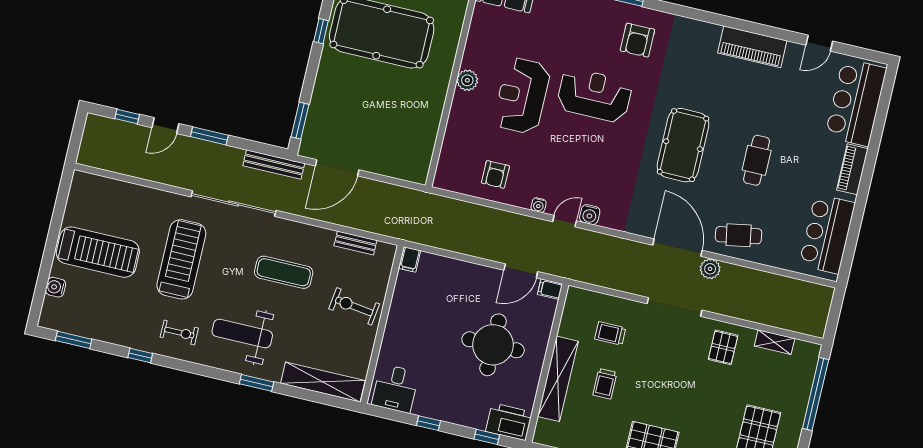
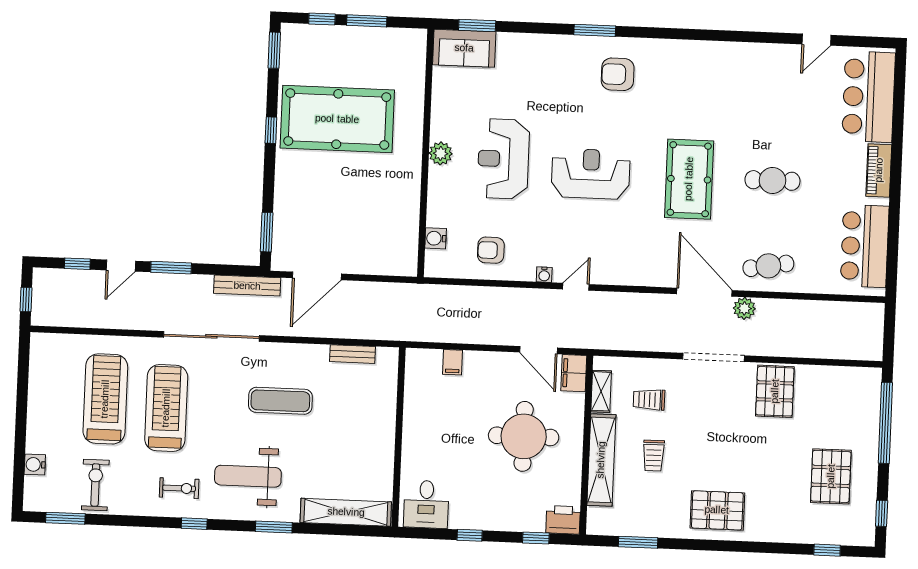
armchair: (637, 40) -> (618, 74), turned 90
piano: (752, 47) -> (744, 58), removed
reception desk: (594, 95) -> (591, 174), moved
window: (76, 140) -> (26, 299), added
cafe table: (757, 160) -> (772, 180), turned 90
armchair: (495, 174) -> (491, 250), turned 90
water cooler: (590, 215) -> (436, 238), moved, turned 90
treadmill: (98, 252) -> (105, 399), moved, turned -90
filing cabinet: (410, 259) -> (453, 362), moved
door: (521, 271) -> (539, 350), hinge flipped
filing cabinet: (550, 289) -> (574, 373), width x2.00
exercise bike: (354, 306) -> (95, 485), moved, turned 82
shelving: (775, 342) -> (601, 391), moved, turned 90
pallet: (723, 347) -> (775, 391), width x1.50, depth x1.42
window: (140, 356) -> (194, 524), moved
printer: (509, 422) -> (563, 520), width x0.73, depth x0.84

